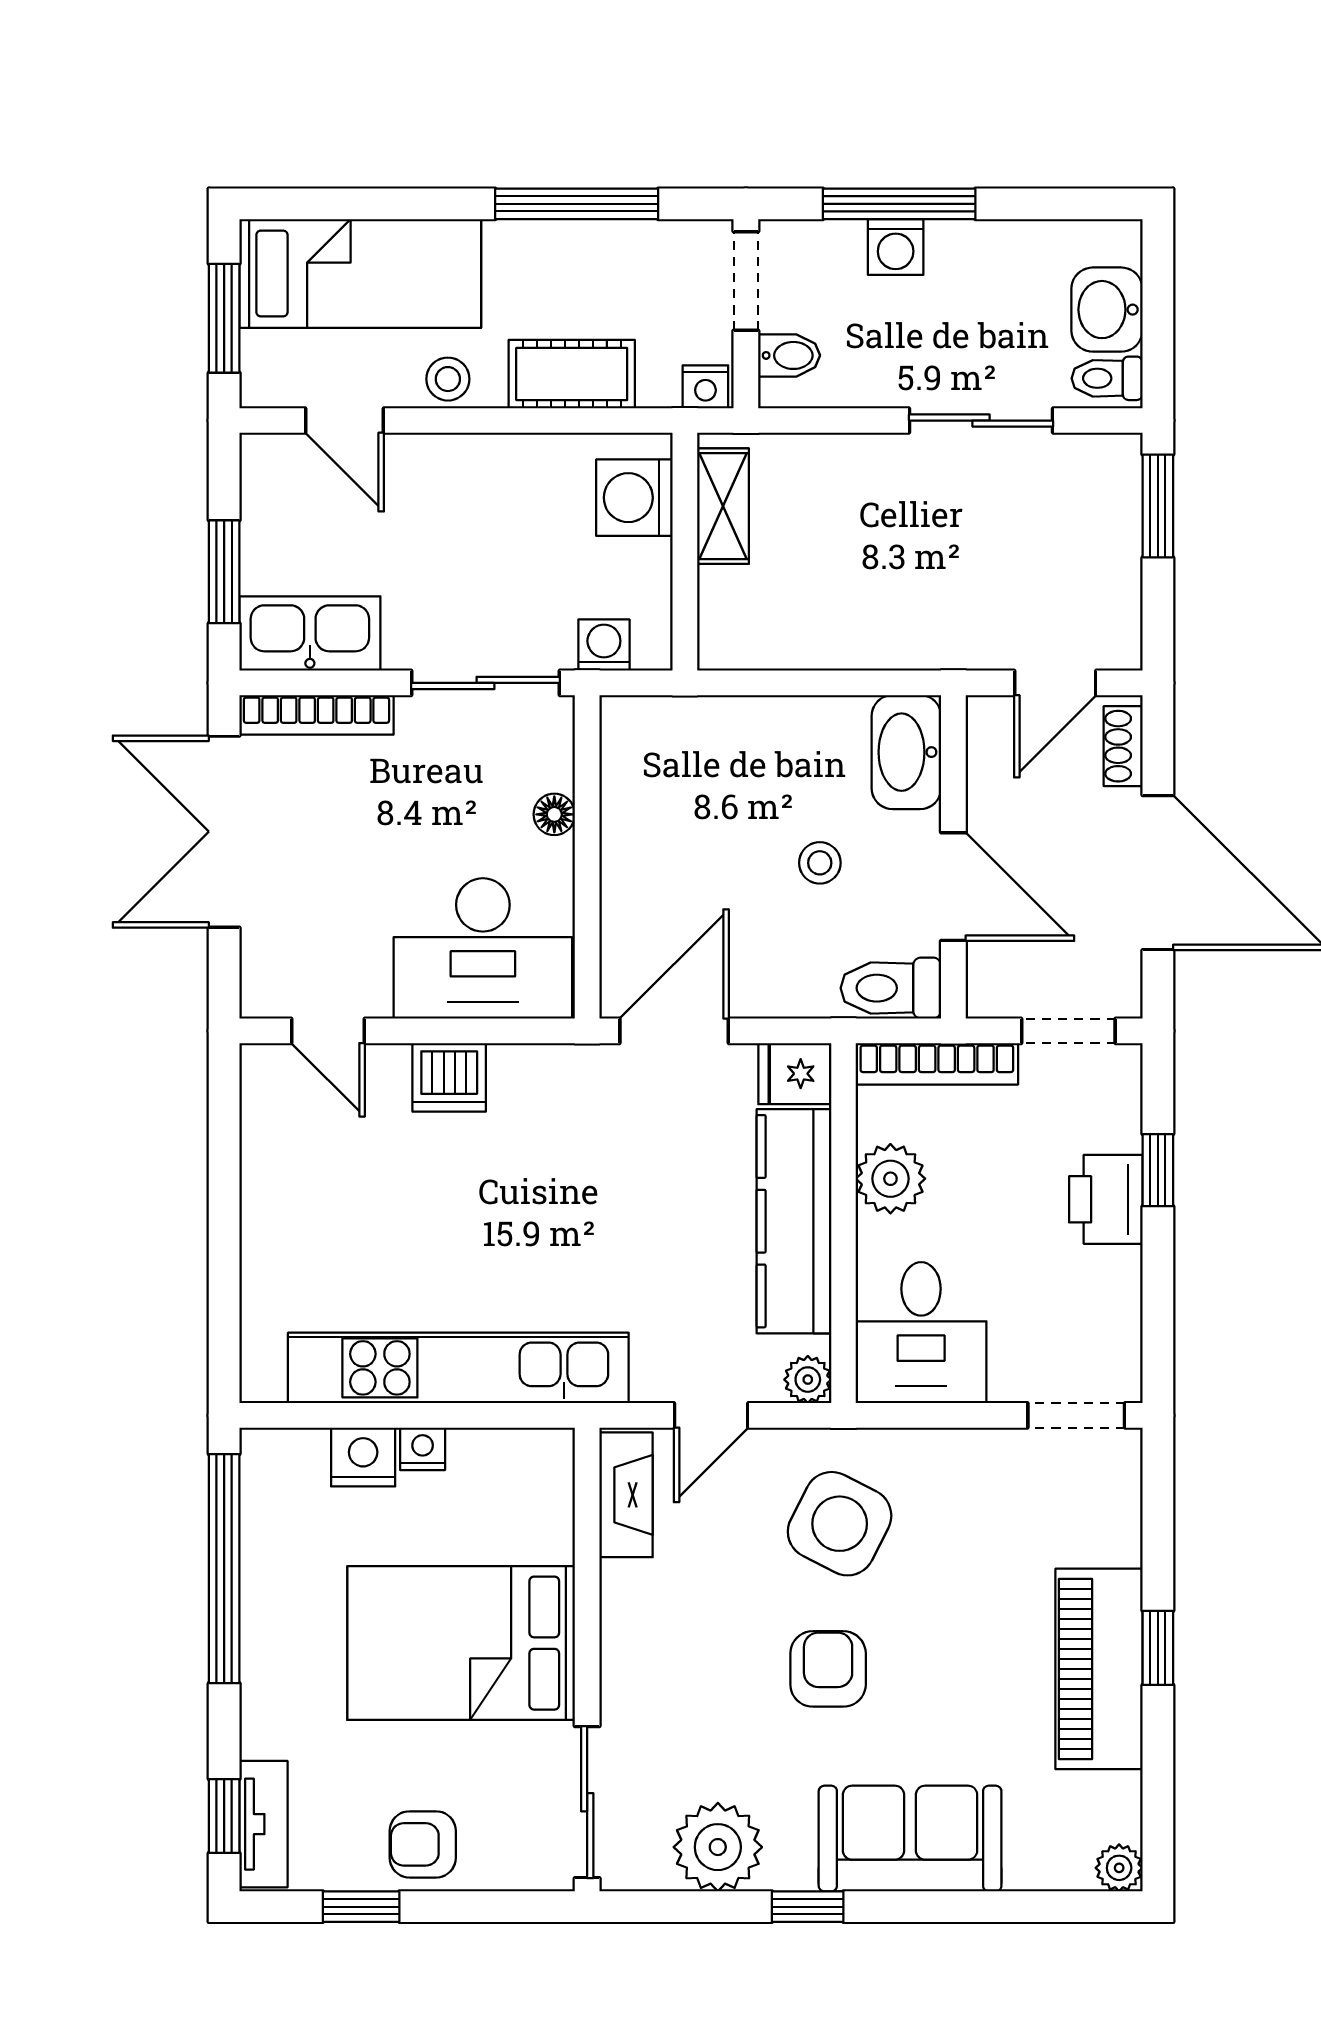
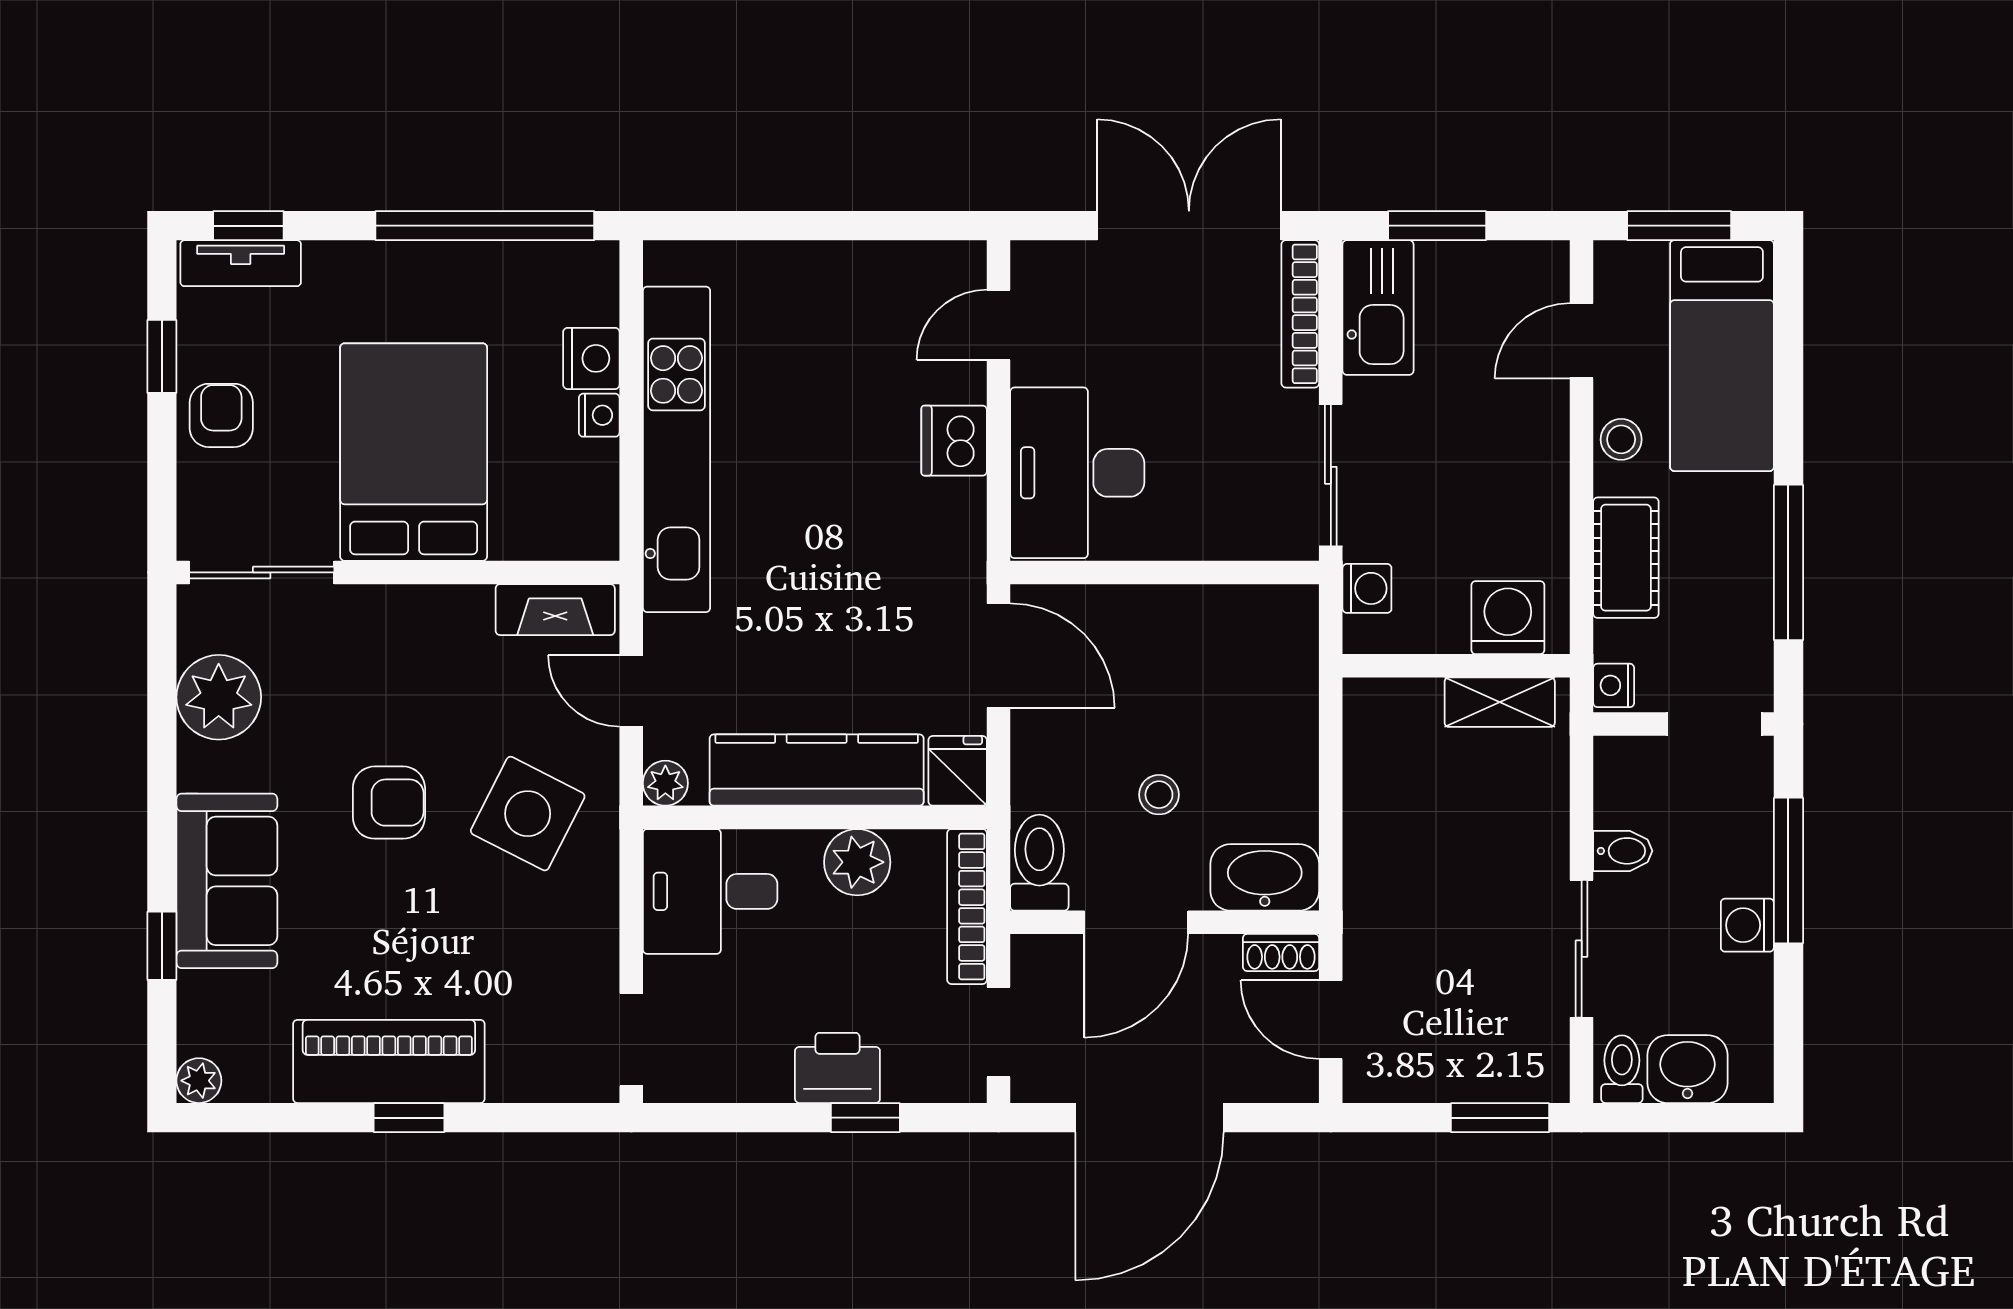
washing machine: (896, 247) -> (1747, 925), moved
bidet: (789, 355) -> (1623, 851), moved, turned -90
shoe rack: (1123, 746) -> (1281, 952), moved, turned 180
floor lamp: (554, 814) -> (1205, 541), removed
window: (808, 1907) -> (162, 946), moved

